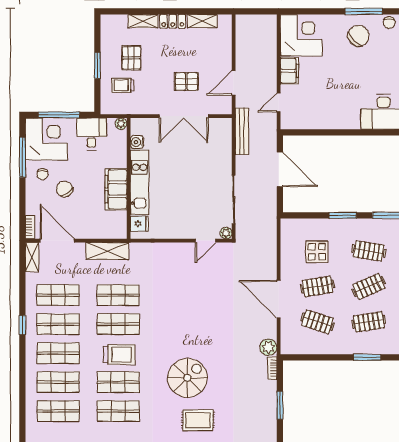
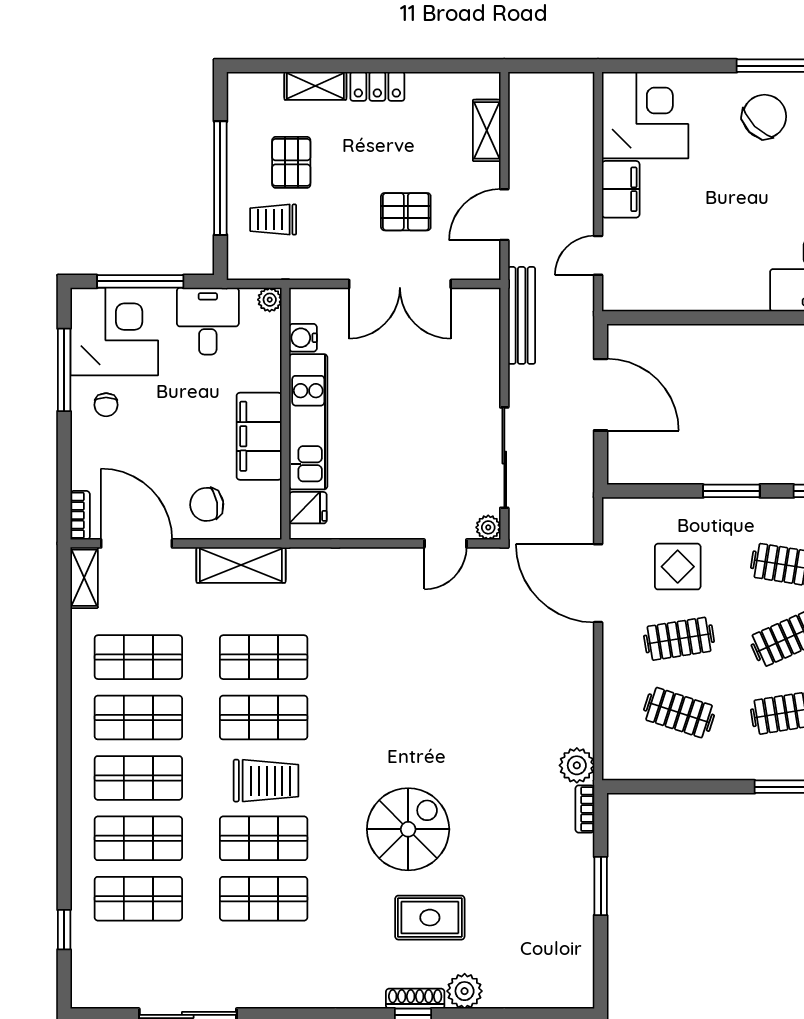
shelving: (202, 21) -> (487, 130), moved, turned 90
window: (97, 65) -> (220, 178), width x2.11
chair: (64, 189) -> (207, 504), moved, turned -67
door: (279, 299) -> (598, 583), moved
window: (22, 325) -> (64, 930), moved

